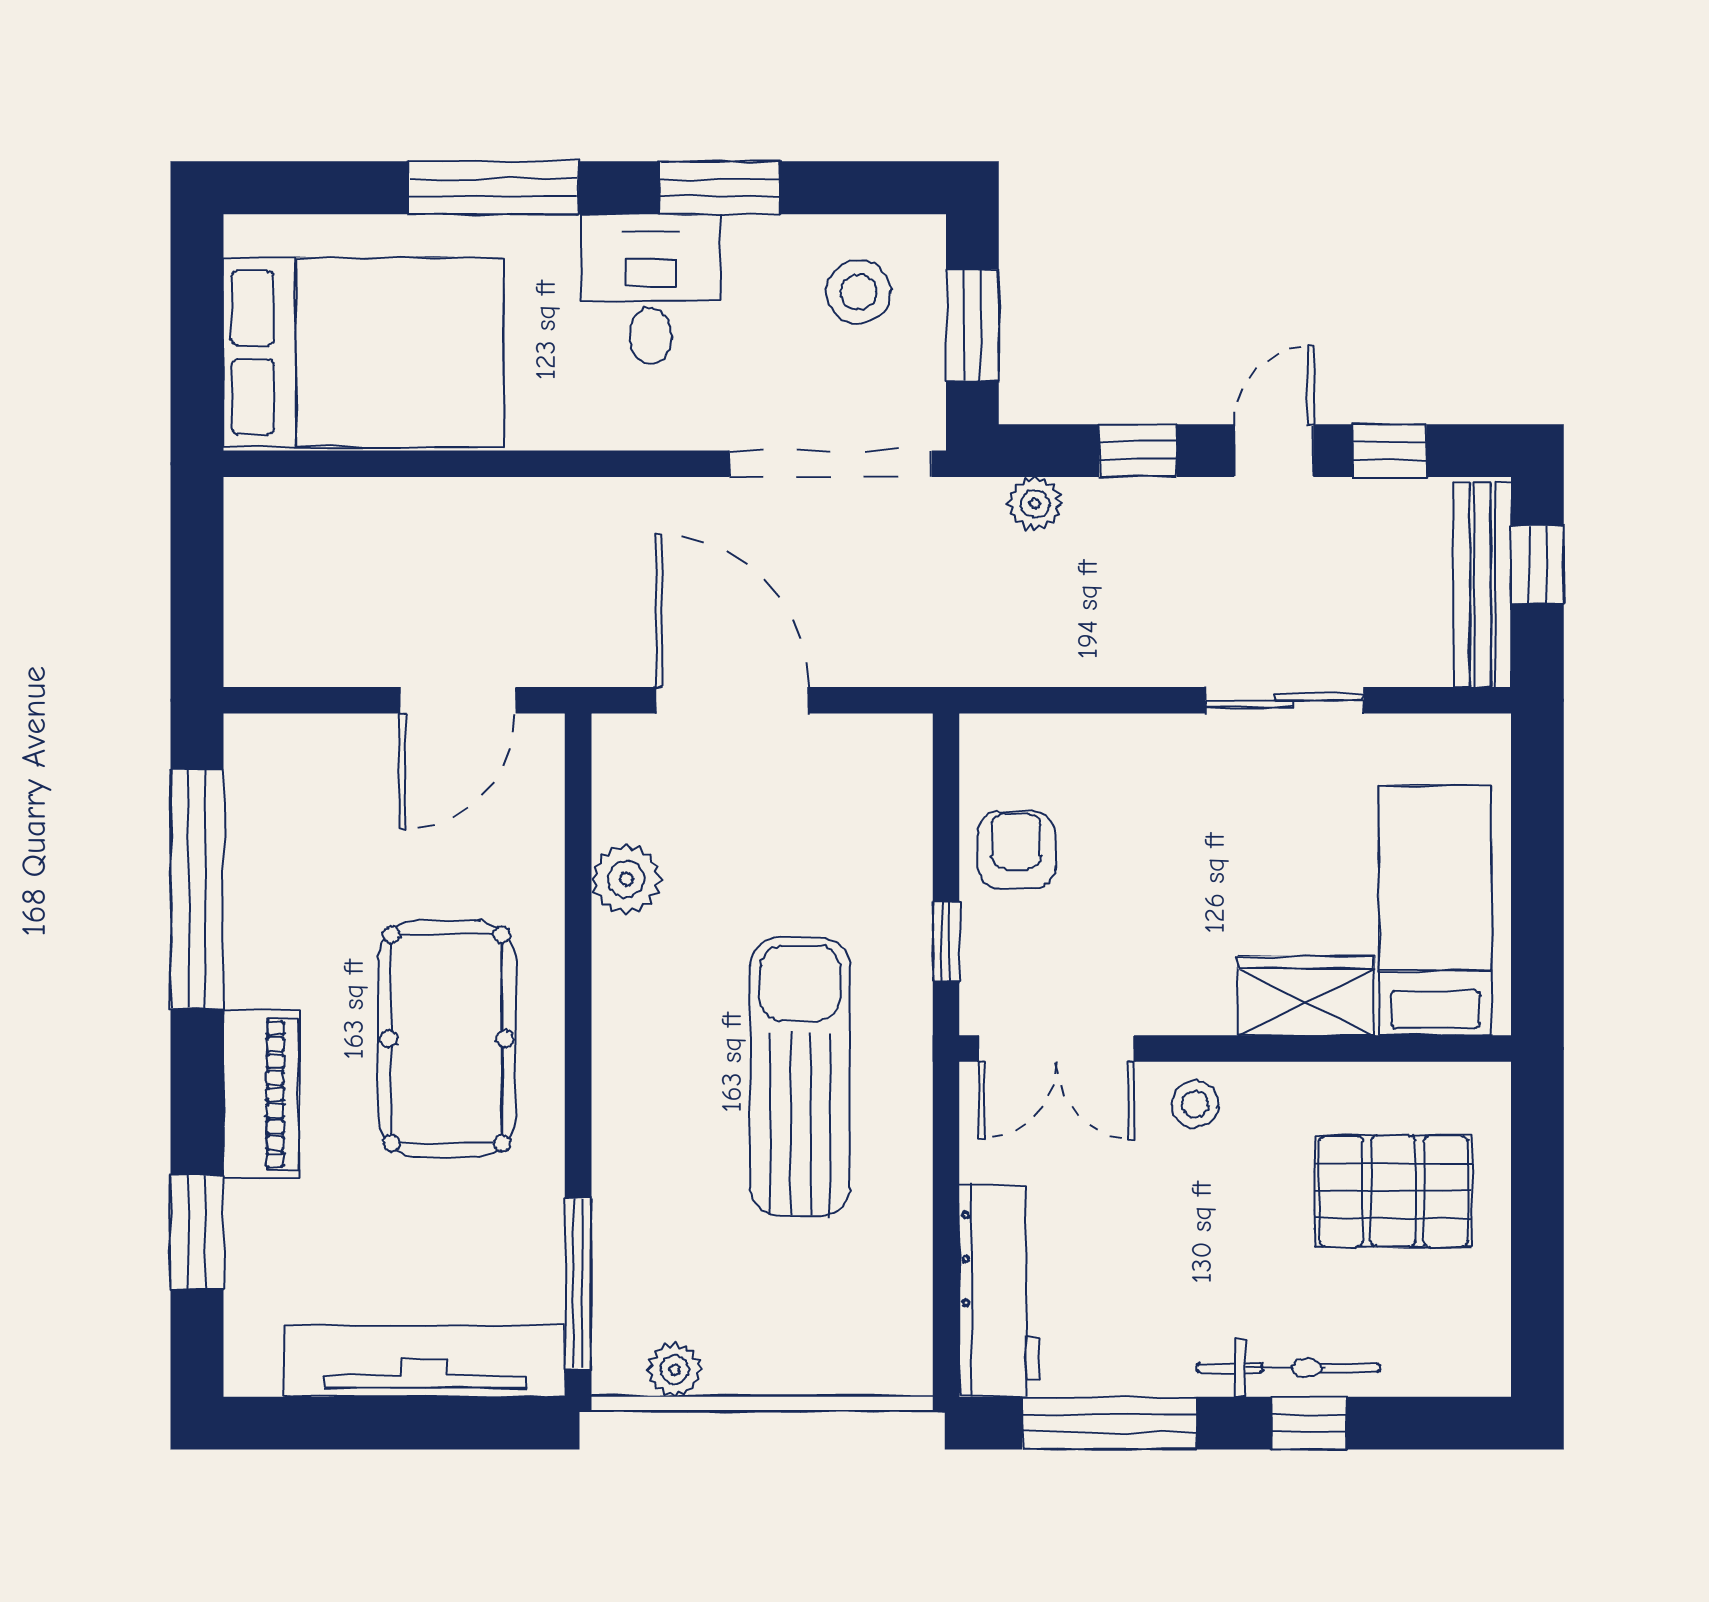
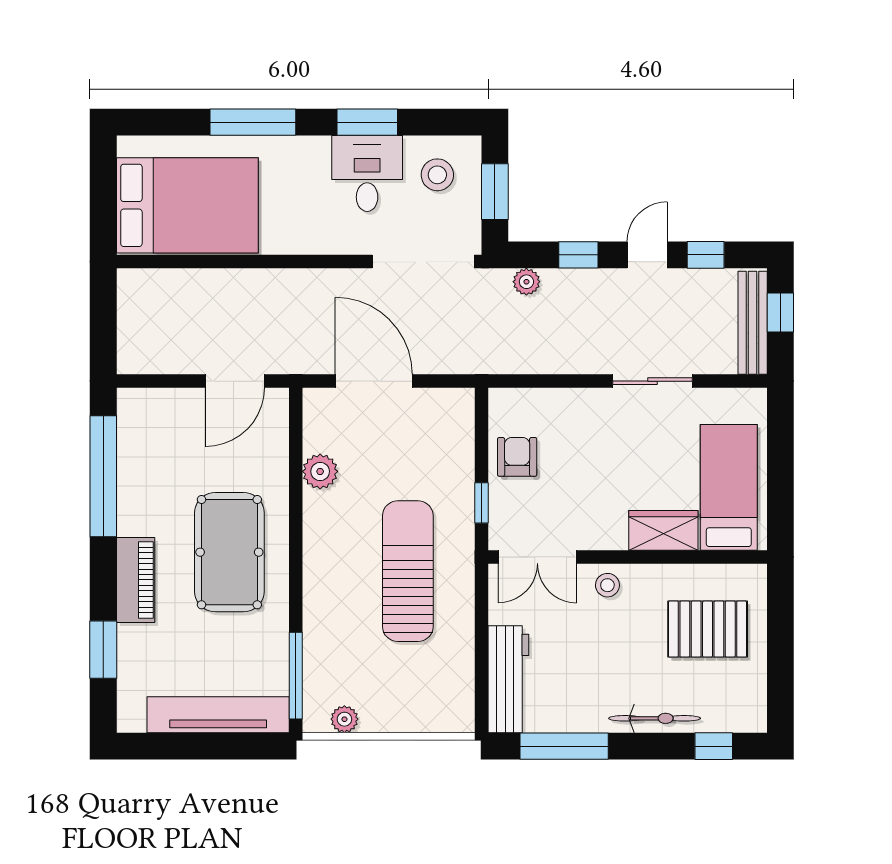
desk: (651, 289) -> (367, 174), moved
window: (1310, 1423) -> (714, 746), moved

